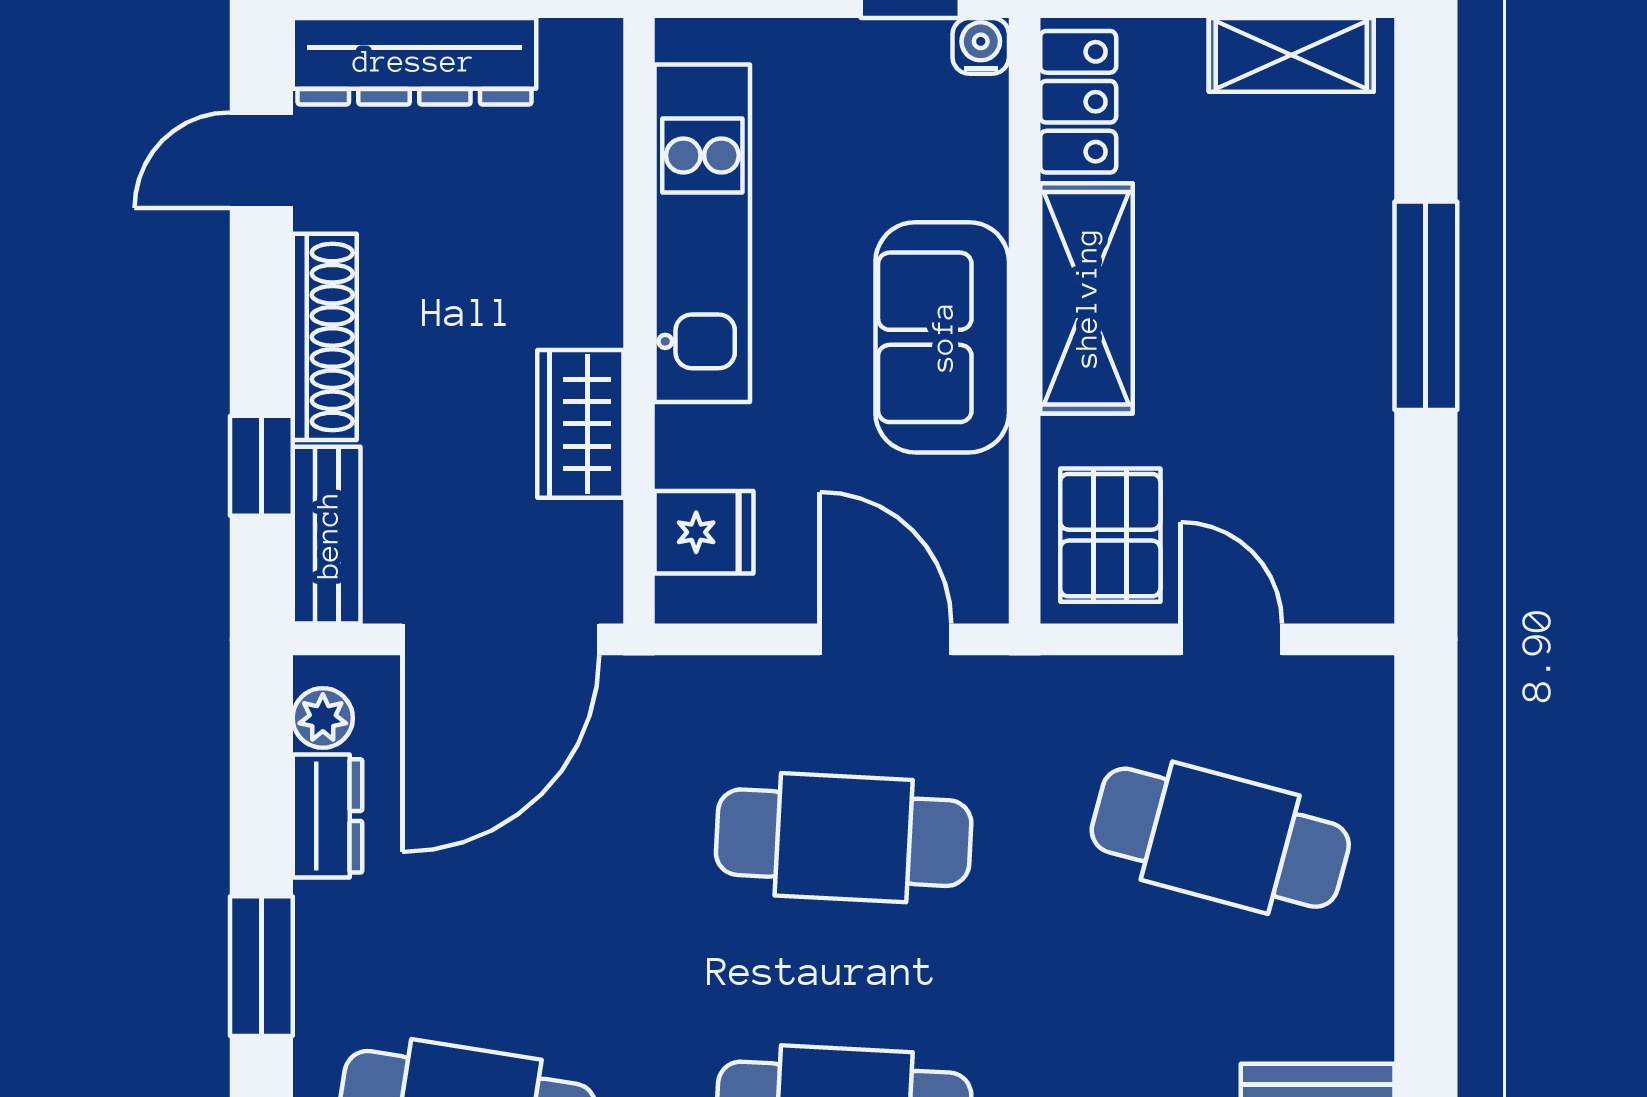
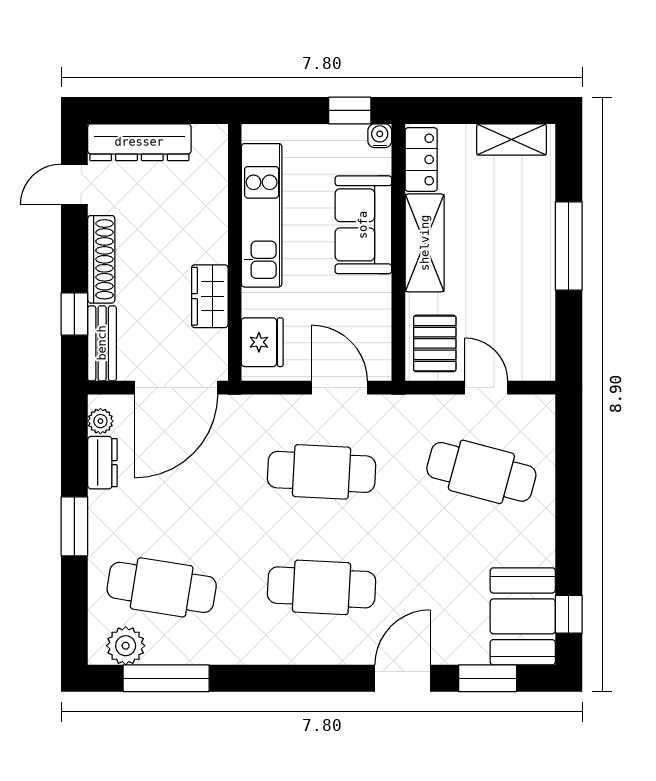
sofa: (942, 337) -> (363, 225), moved
fridge: (704, 532) -> (262, 342), width x1.38

